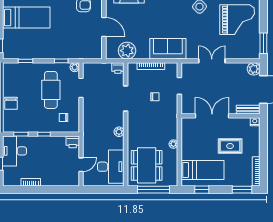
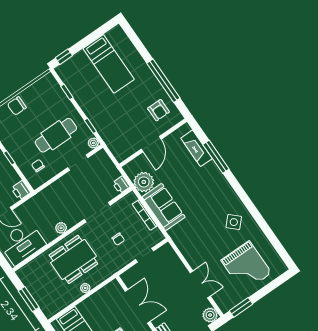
sofa: (168, 49) -> (164, 207), moved
double door: (212, 61) -> (200, 284), moved
dining table: (147, 165) -> (73, 259), moved
window: (154, 190) -> (29, 299), width x0.69

